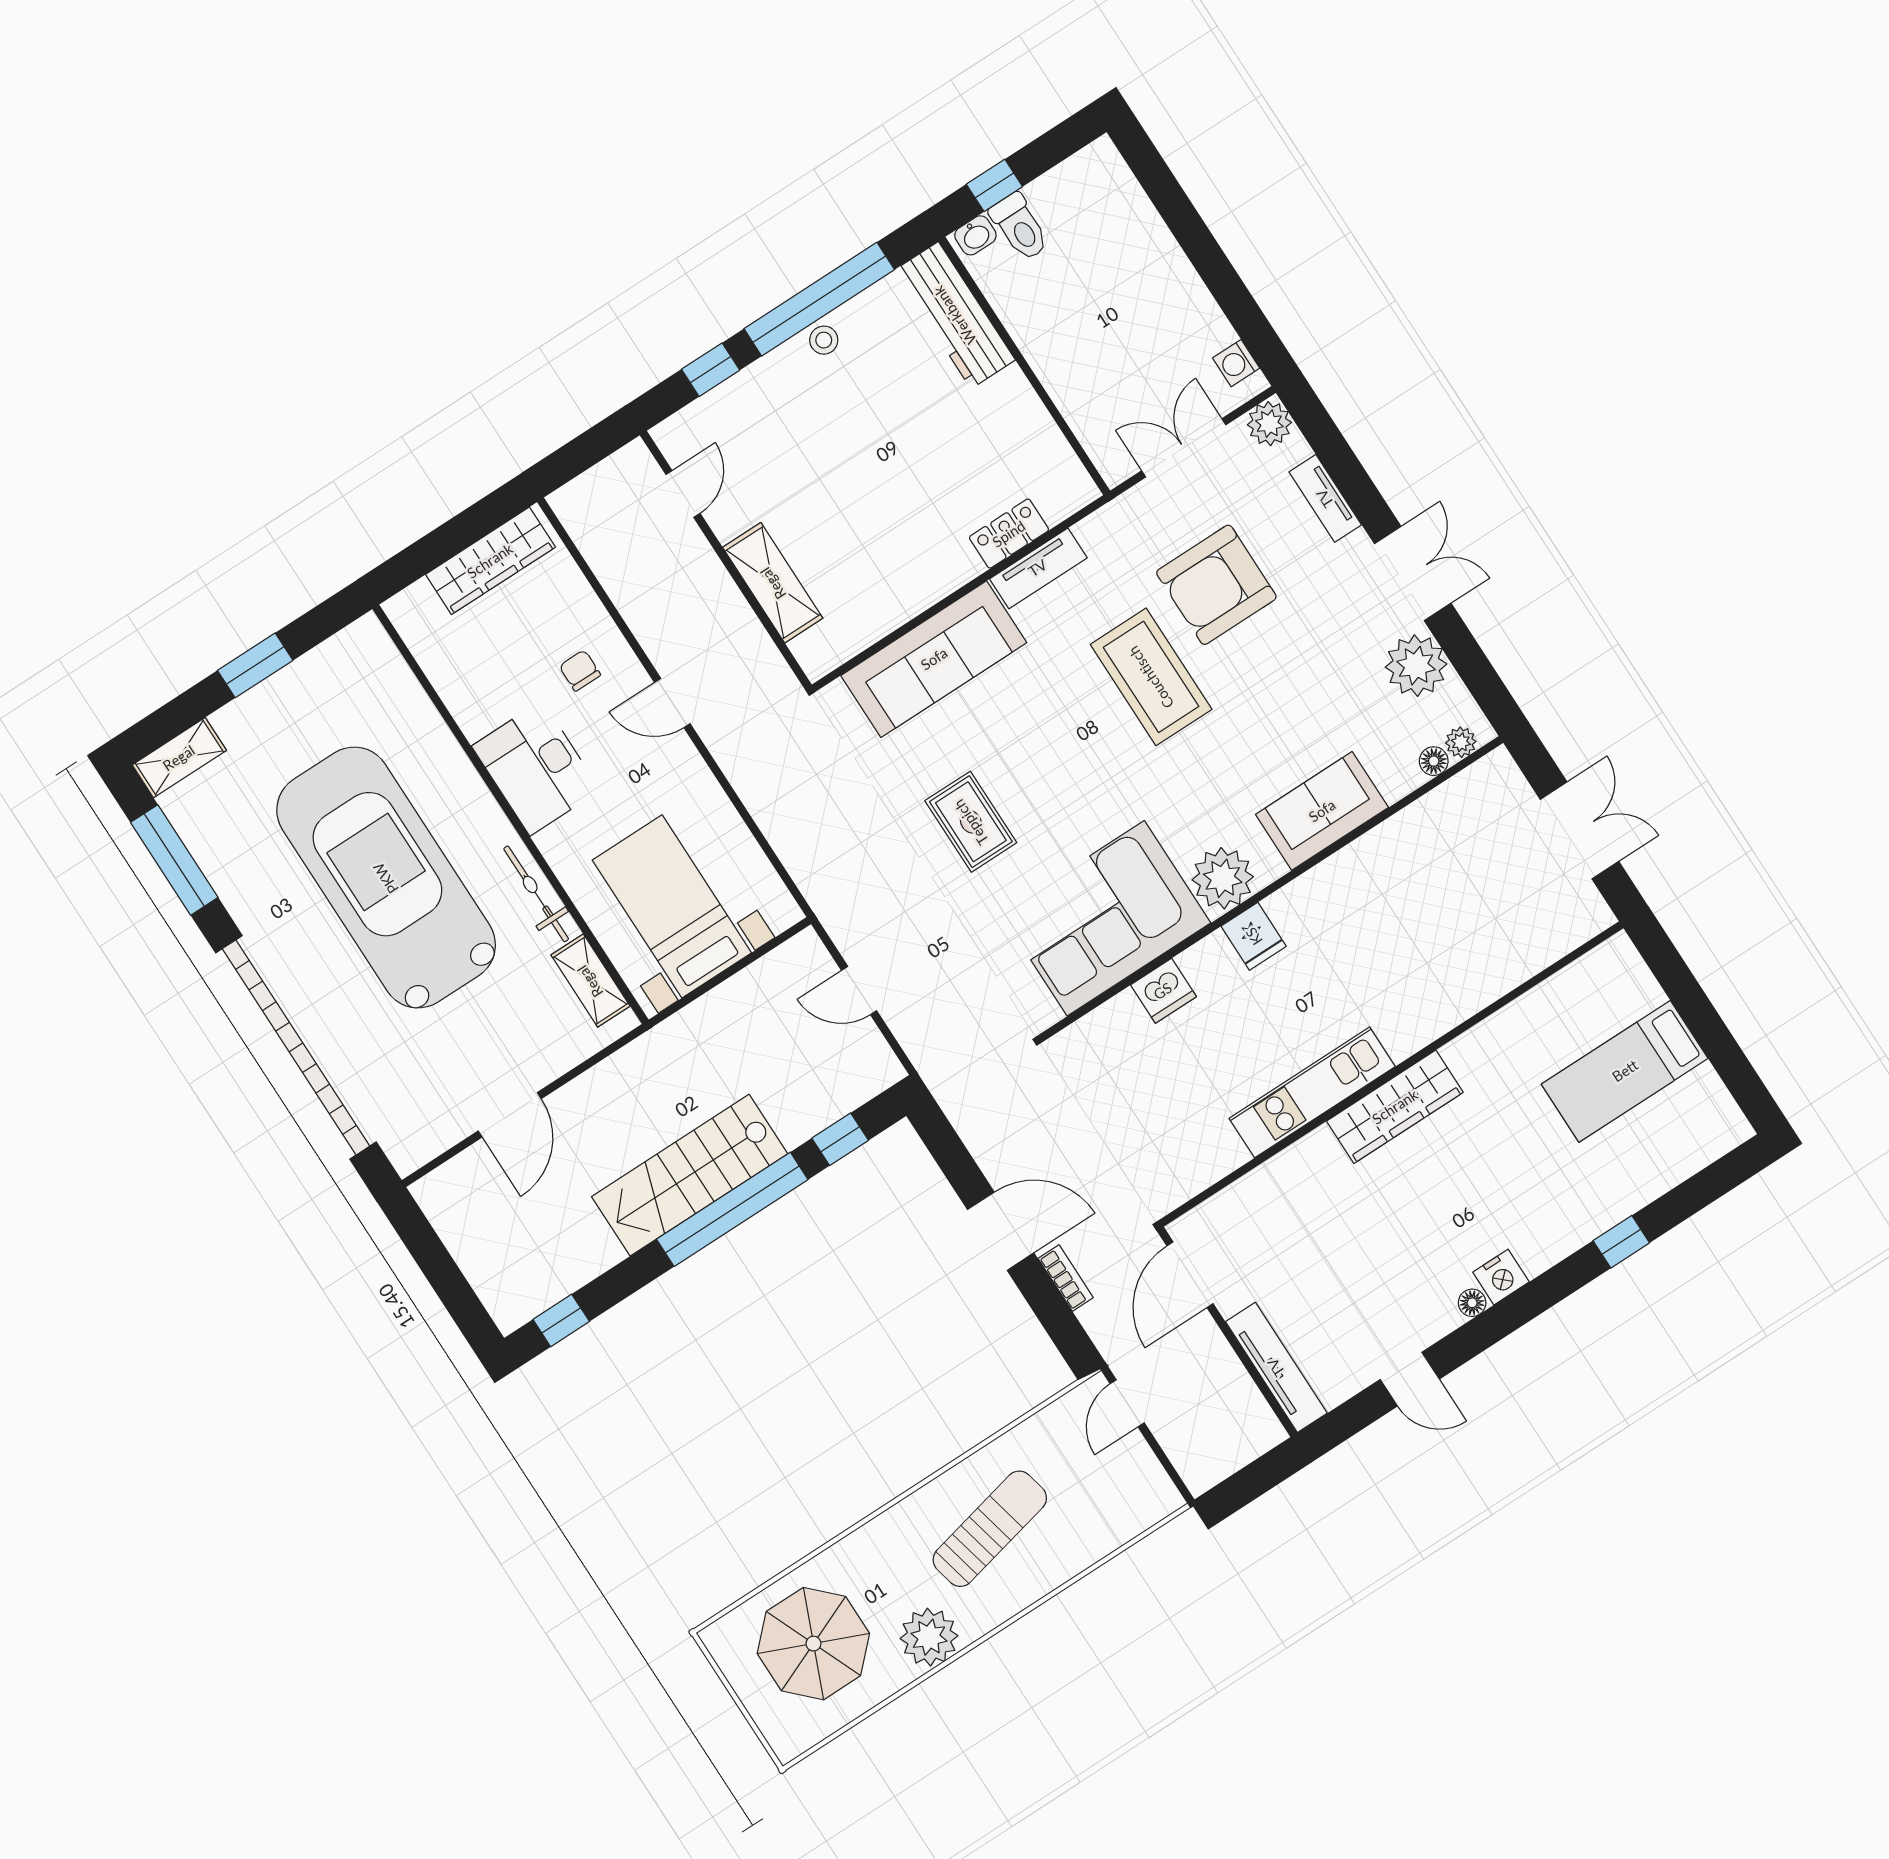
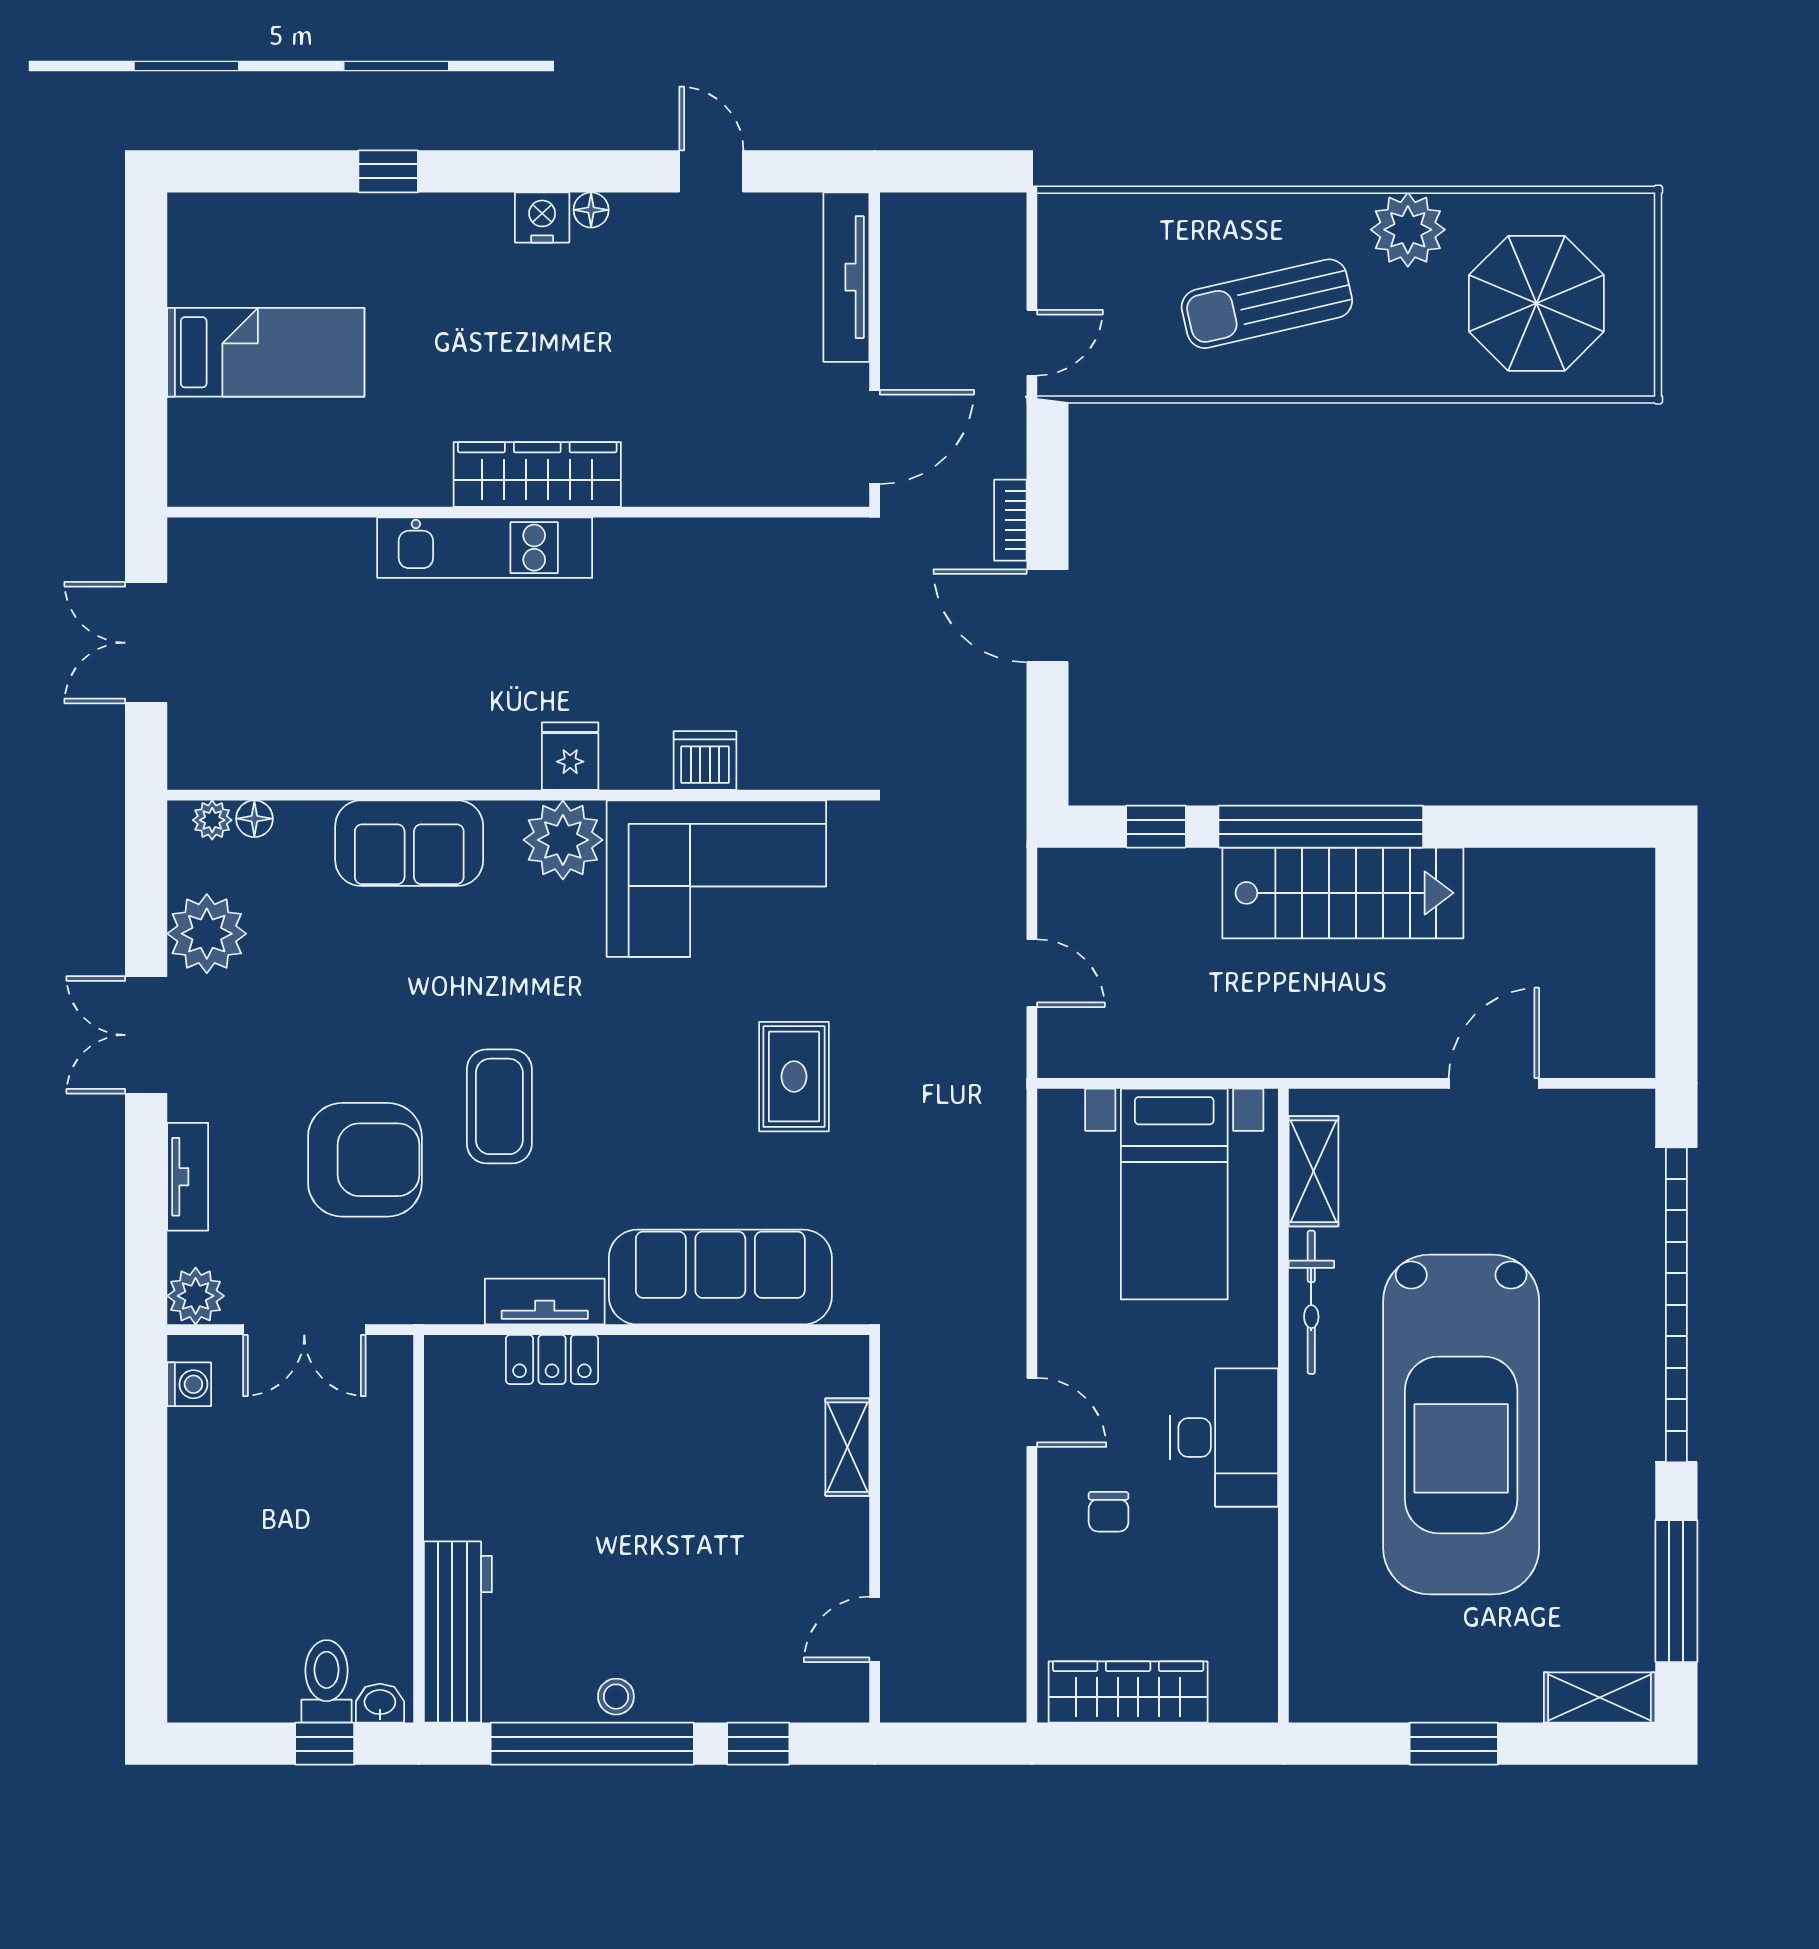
shelving: (773, 583) -> (847, 1447), width x0.67, depth x0.75
coffee table: (1151, 677) -> (499, 1106), width x0.73, depth x0.76
kitchen unit: (1312, 1092) -> (485, 548), moved
window: (561, 1320) -> (1582, 827), removed

